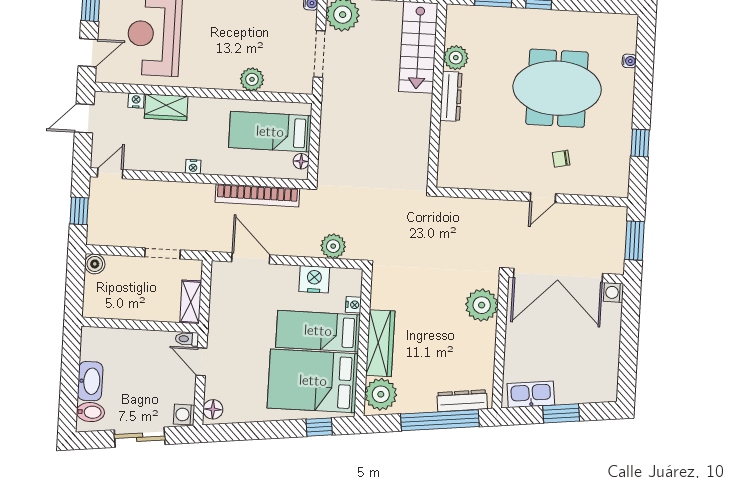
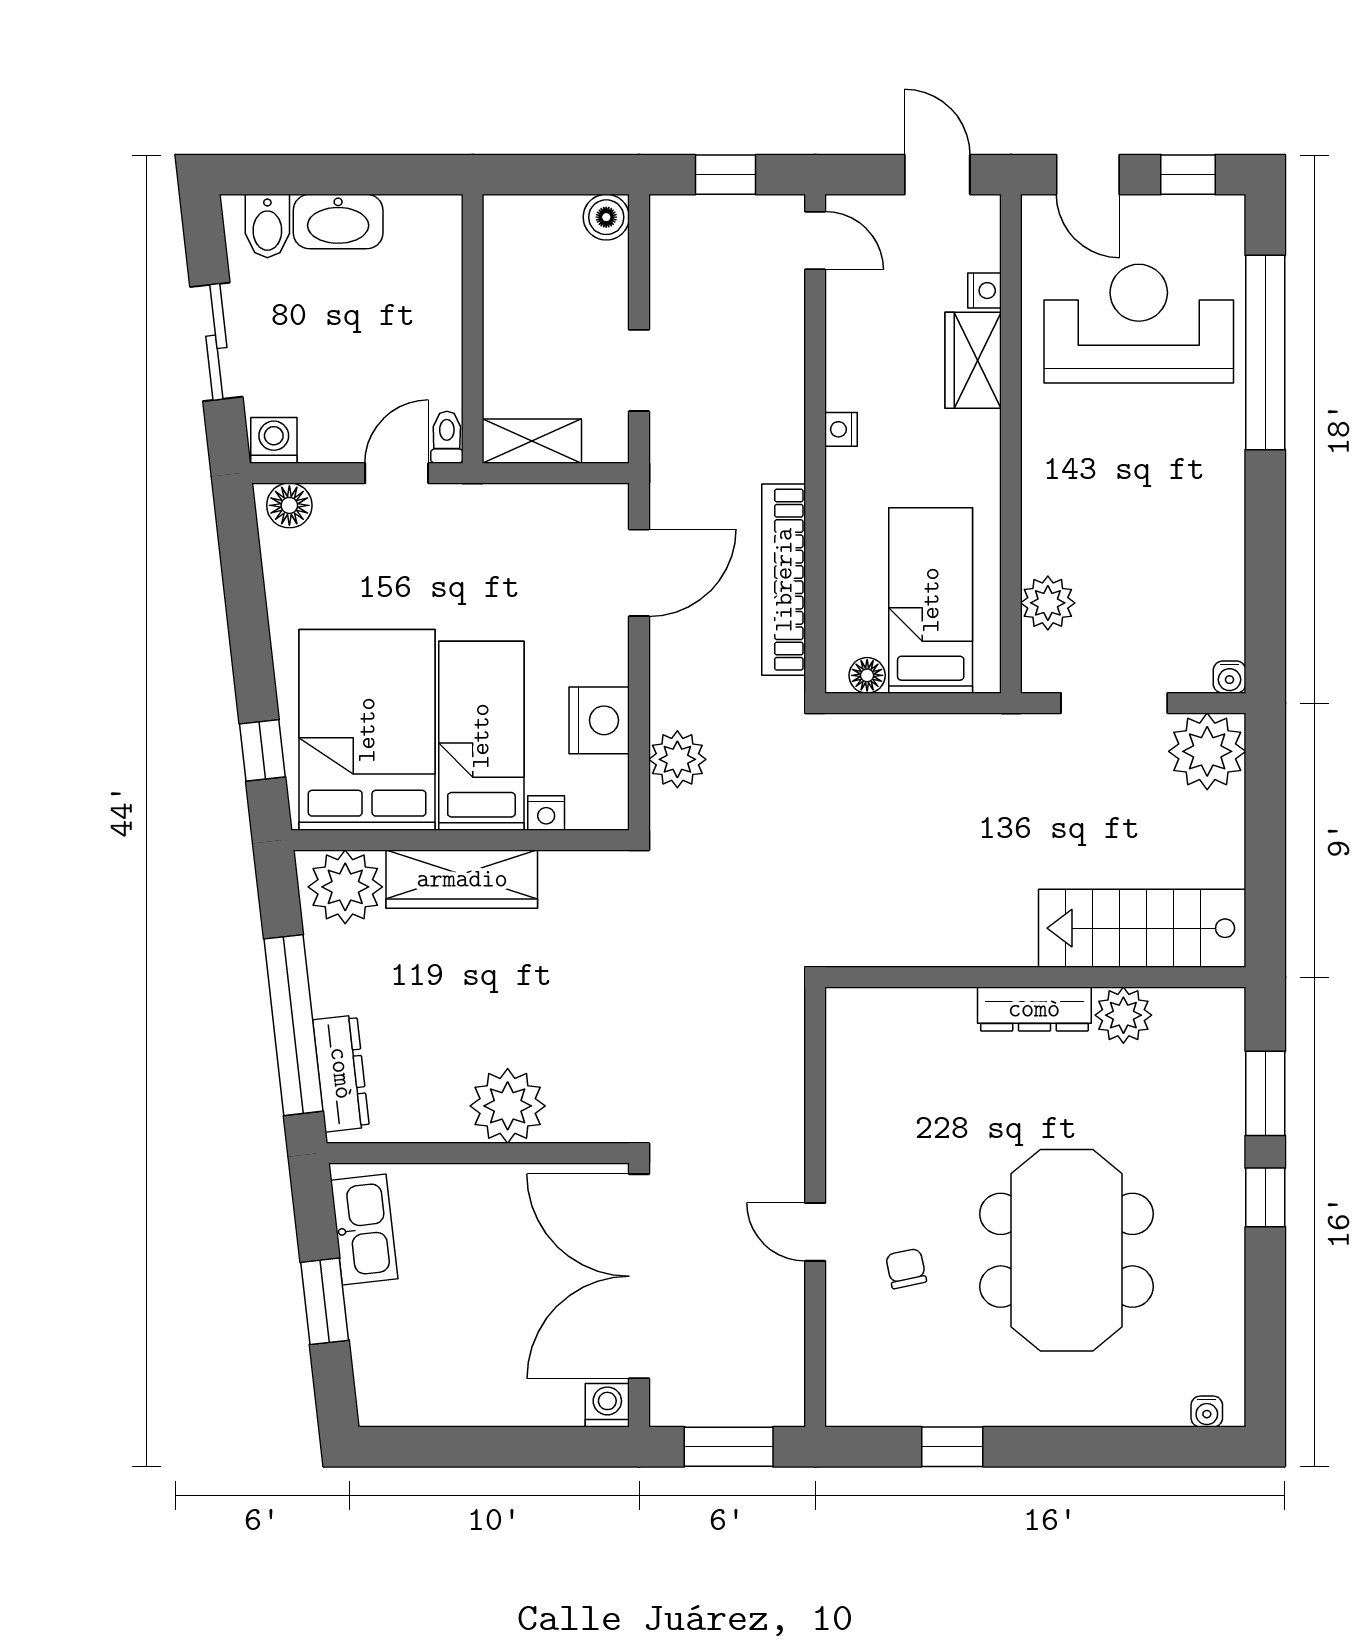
water cooler: (629, 61) -> (1207, 1412), moved
plant: (252, 79) -> (1048, 603), moved
plant: (482, 305) -> (508, 1106), moved

